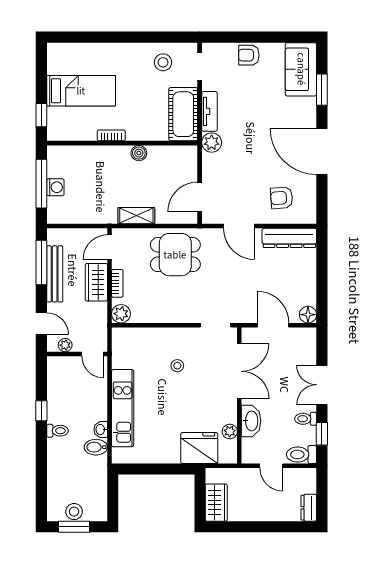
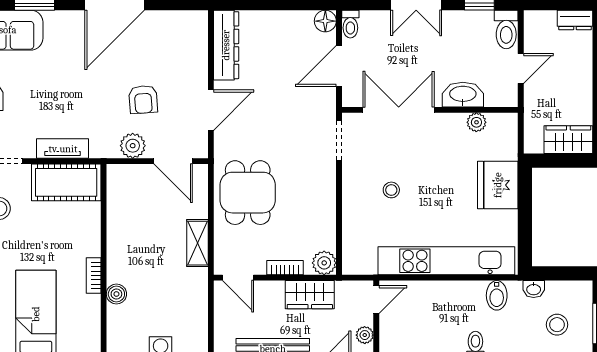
plant: (212, 143) -> (133, 146), moved
boiler: (139, 153) -> (116, 294), moved
armchair: (282, 198) -> (143, 99), moved
wardrobe: (96, 282) -> (310, 295), moved
kitchen unit: (123, 408) -> (446, 261), width x1.36
toilet: (306, 419) -> (350, 24), moved
washbasin: (101, 430) -> (534, 289), moved
fridge: (199, 448) -> (498, 185), moved
stool: (74, 512) -> (557, 325), moved

